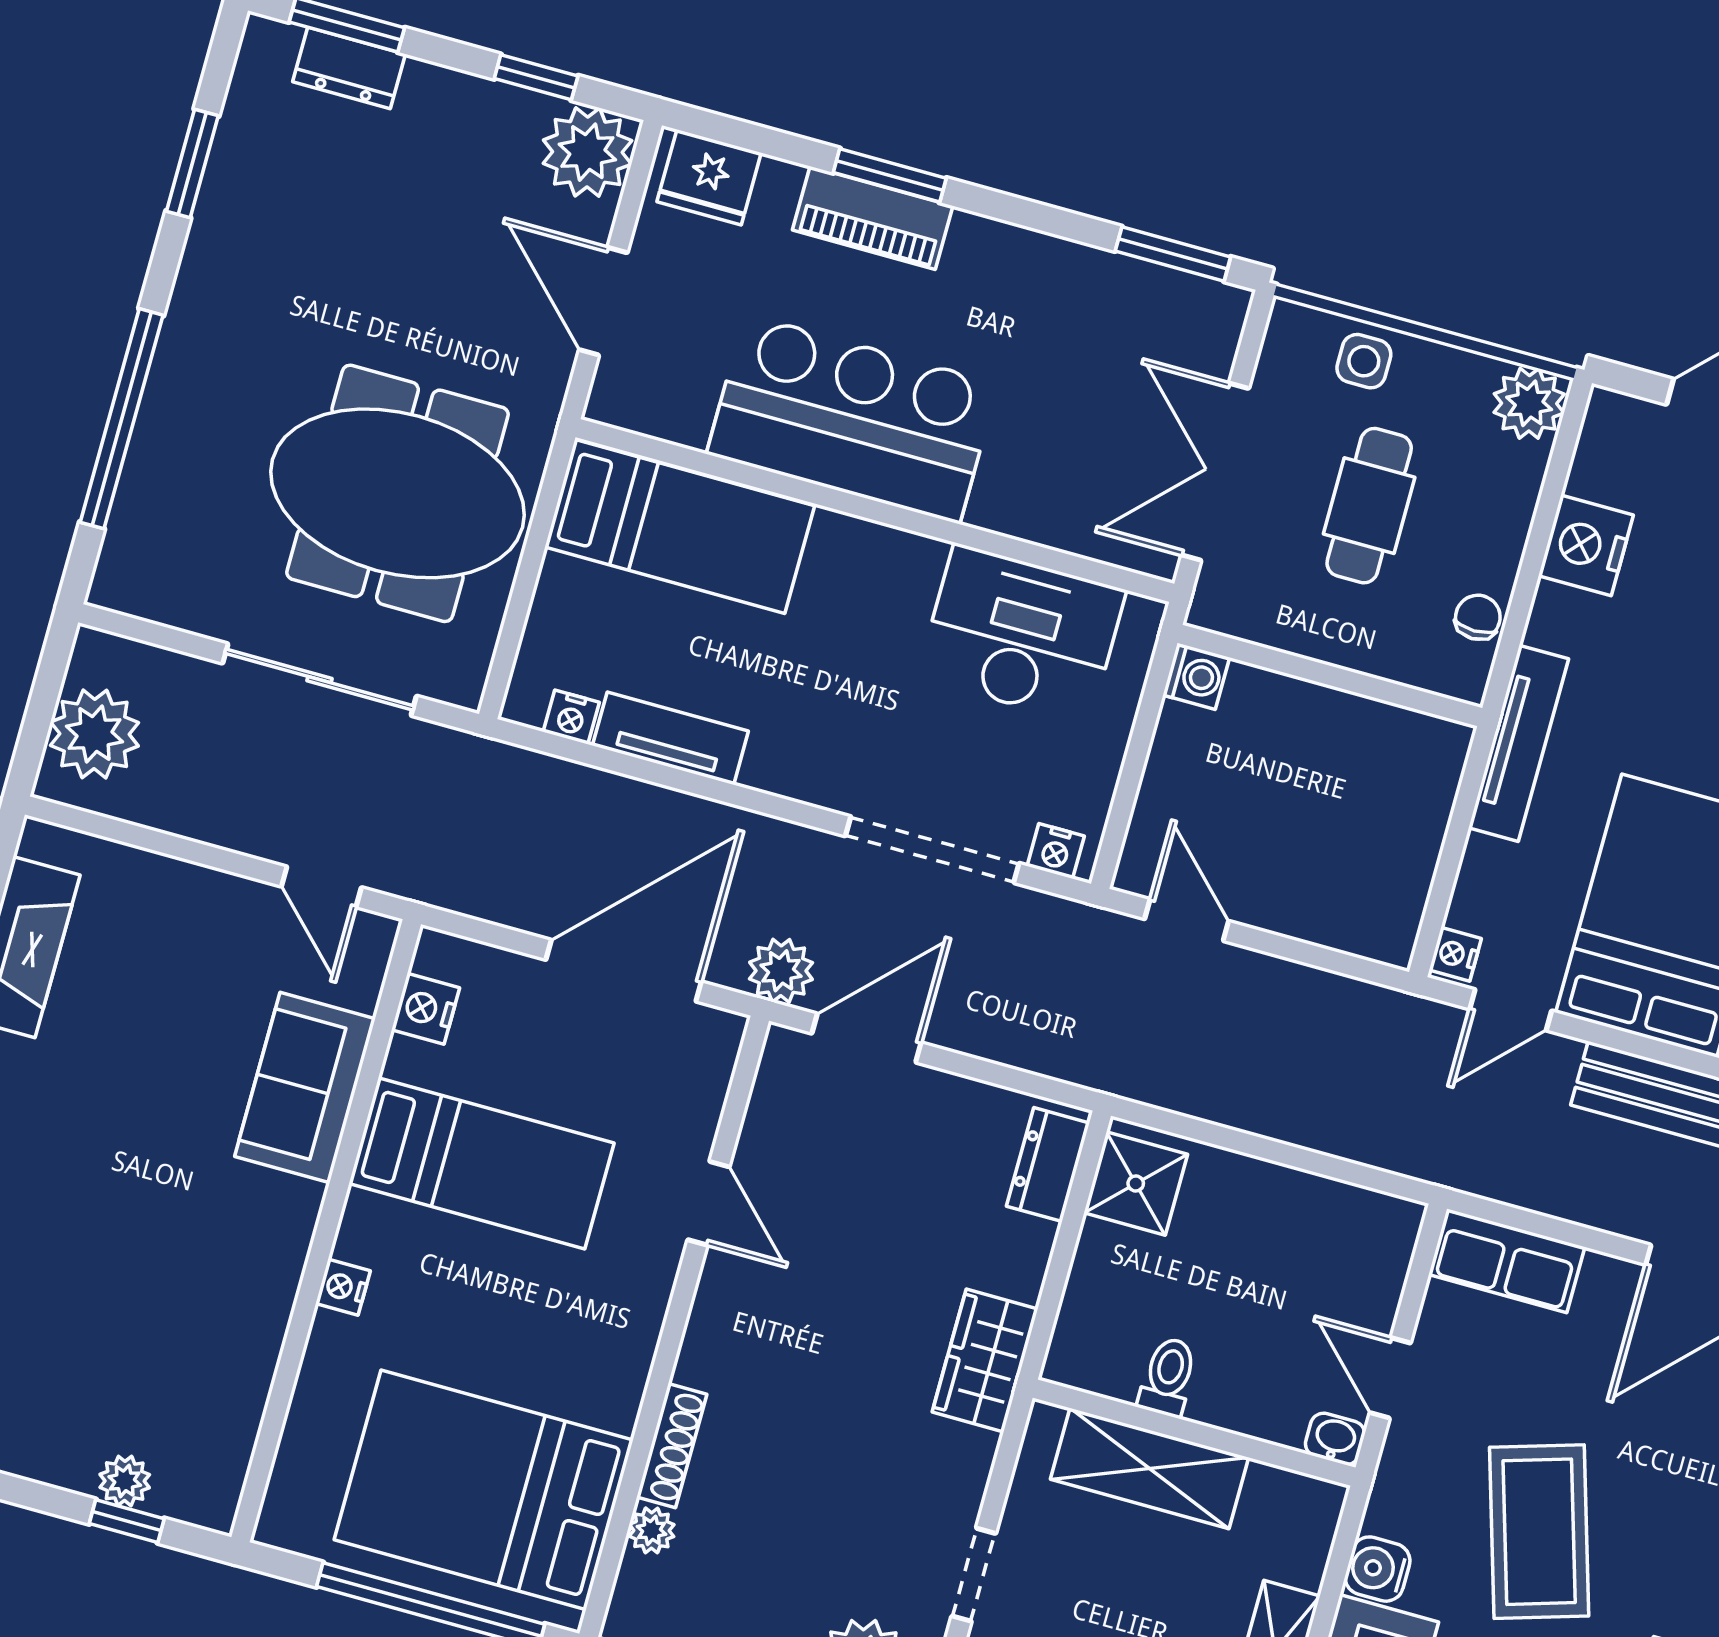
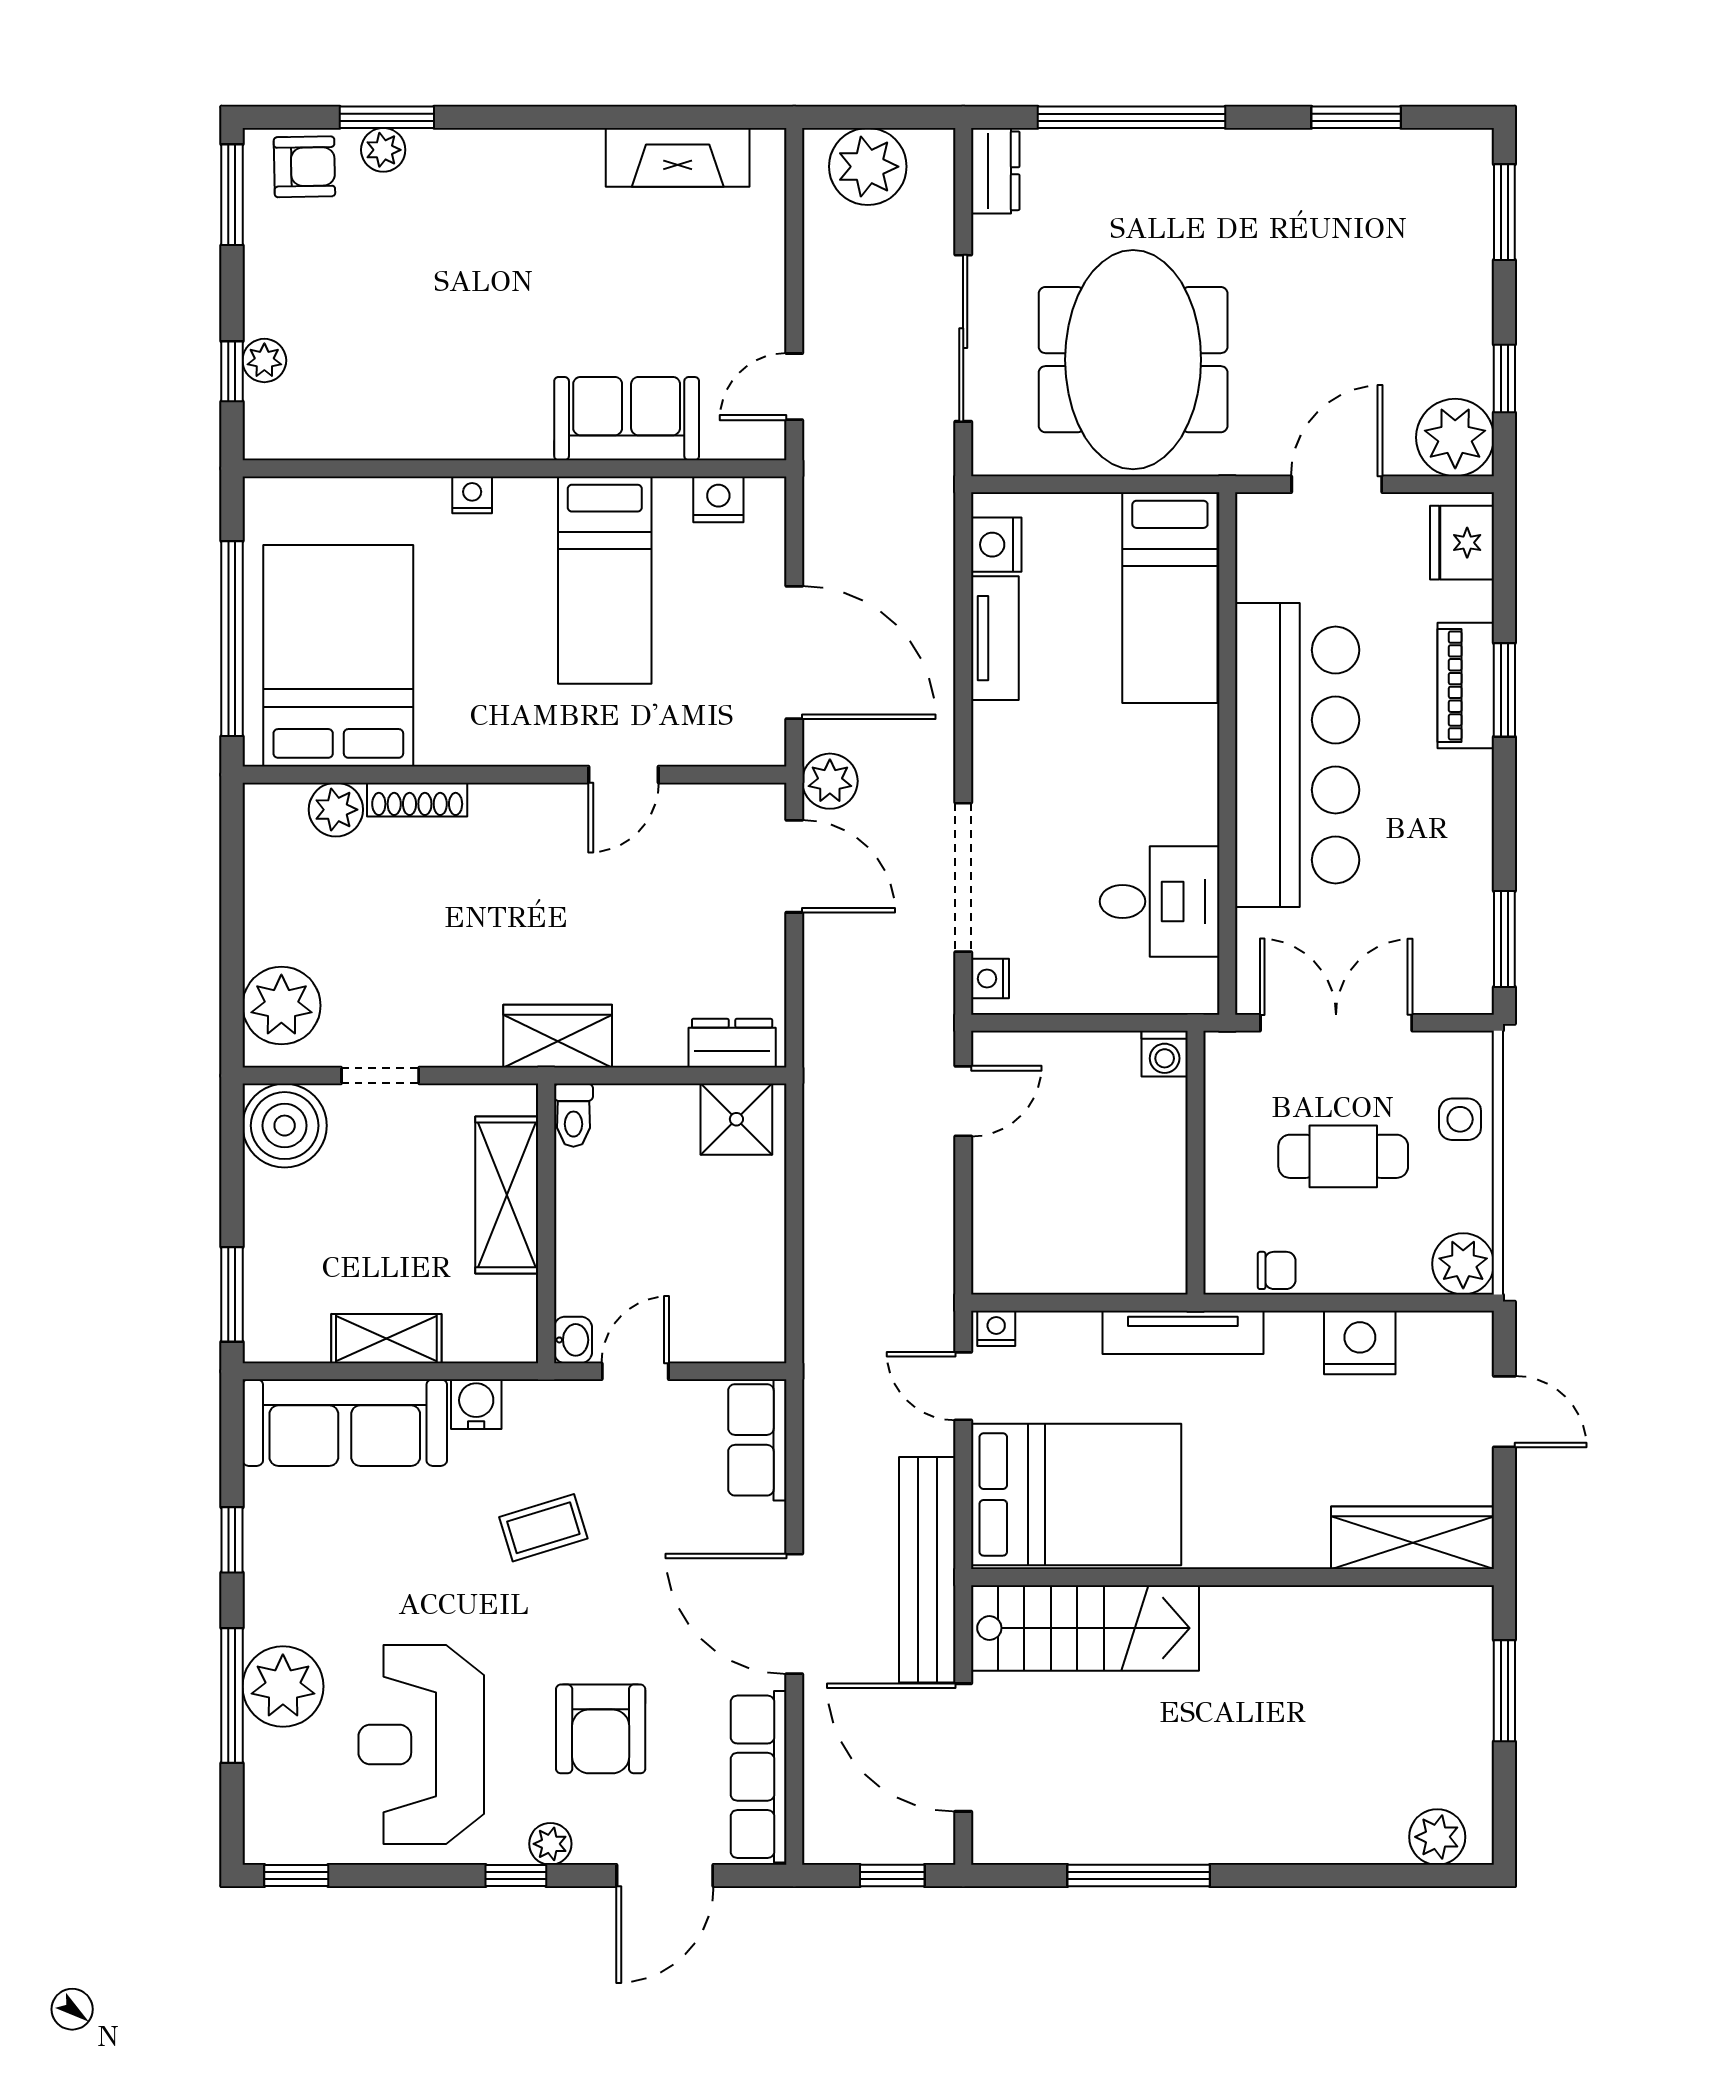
dresser: (349, 68) -> (995, 171), moved, turned 180
bar counter: (852, 419) -> (1297, 755), width x1.36
desk: (1022, 634) -> (1160, 901), width x0.73
nightstand: (571, 717) -> (996, 545), width x1.39, depth x1.35
toilet: (1168, 1377) -> (573, 1115), moved, turned 90
plant: (652, 1530) -> (336, 810), width x1.38, depth x1.38
coffee table: (1539, 1532) -> (543, 1528), width x0.54, depth x0.58

